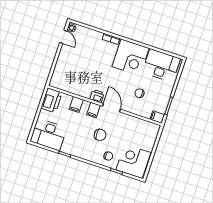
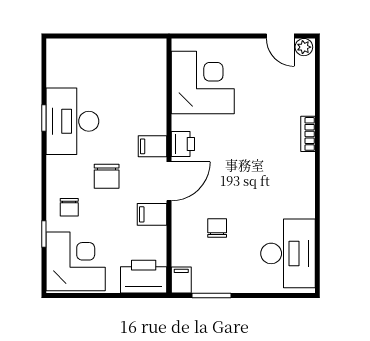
door: (63, 37) -> (280, 36), hinge flipped
corner desk: (130, 57) -> (203, 82), moved, turned 180
printer: (51, 100) -> (144, 277), moved, turned 180
filing cabinet: (76, 104) -> (152, 214), moved
desk: (48, 135) -> (72, 121), moved

